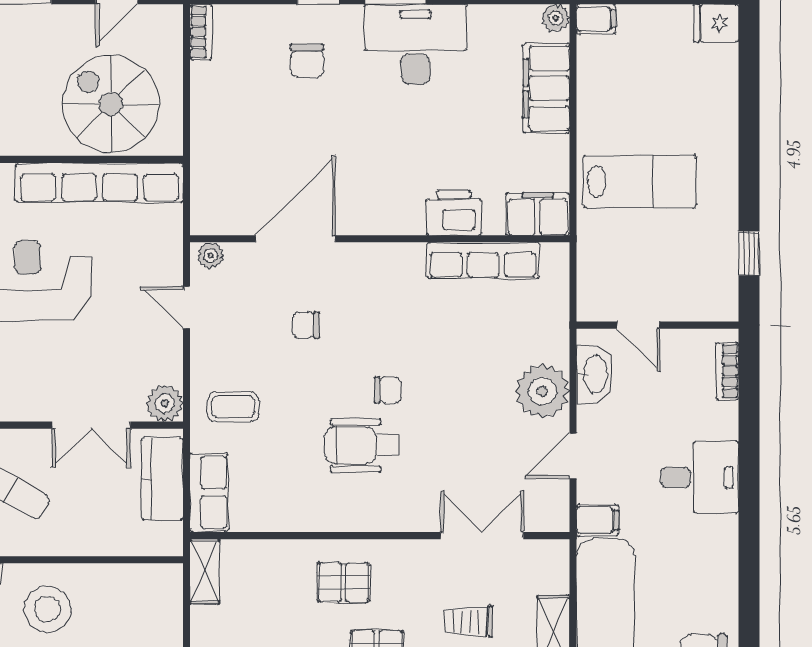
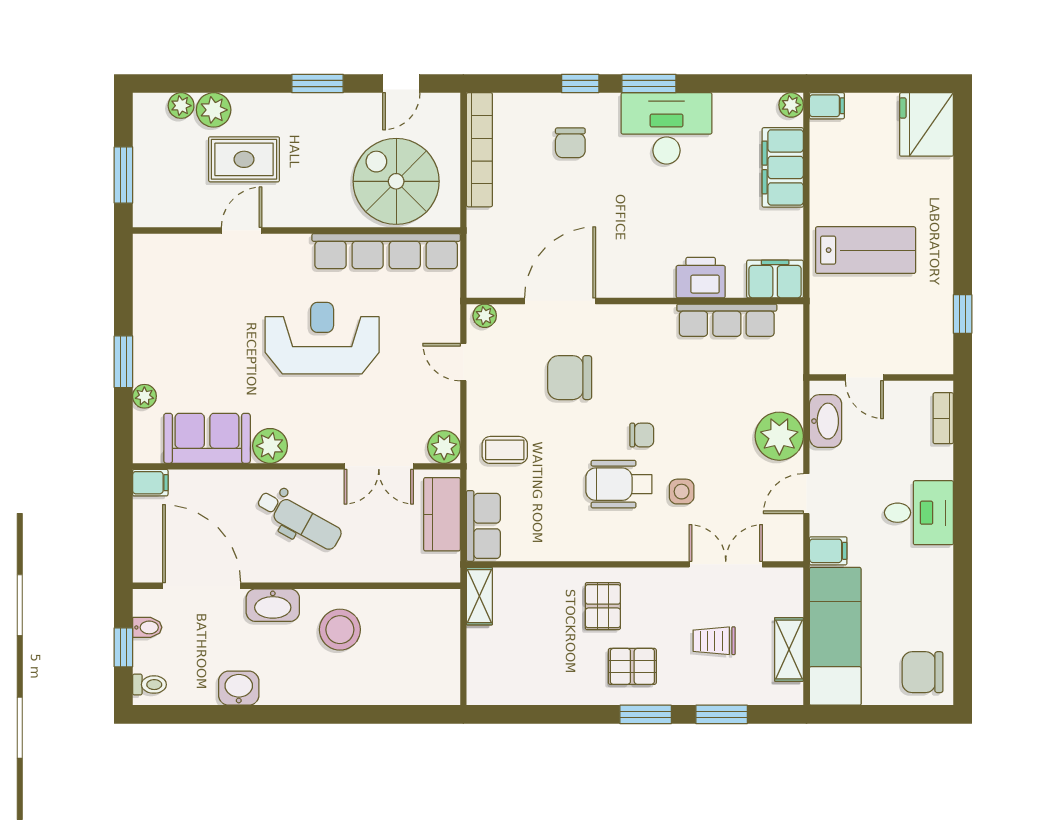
fridge: (716, 23) -> (927, 124), width x1.88, depth x1.34
bookcase: (201, 32) -> (479, 150), width x2.31, depth x1.31
chair: (306, 325) -> (570, 378), width x1.87, depth x1.87
side table: (432, 454) -> (682, 492), added
pallet: (344, 583) -> (603, 606), turned 90

